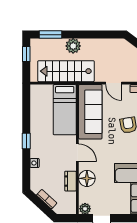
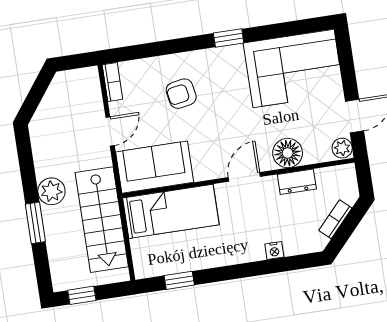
window: (51, 35) -> (35, 223), moved
plant: (73, 46) -> (51, 191), moved
sofa: (90, 112) -> (155, 167), width x0.73
window: (26, 141) -> (179, 280), moved

